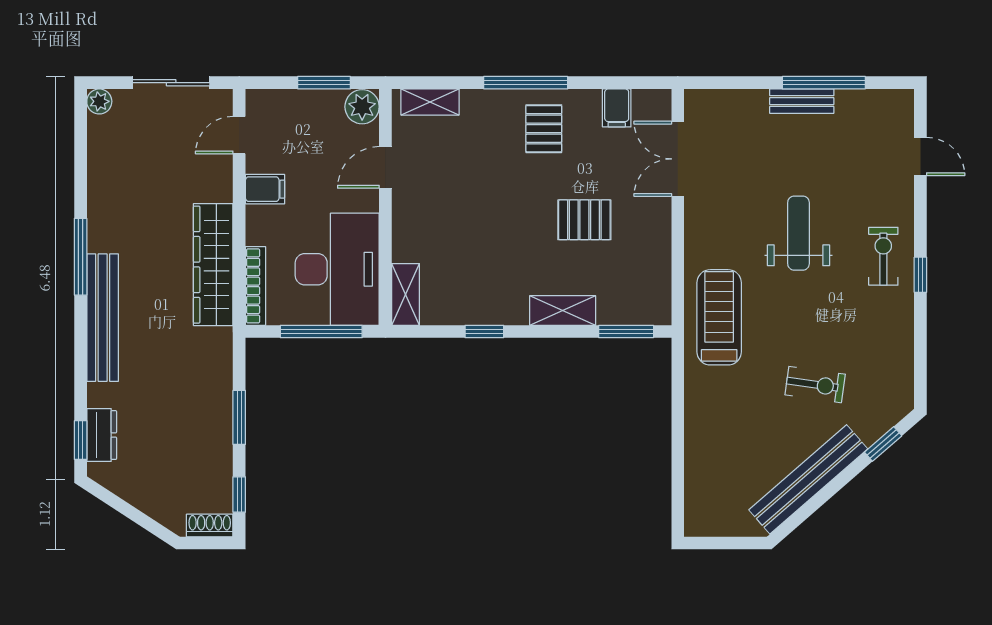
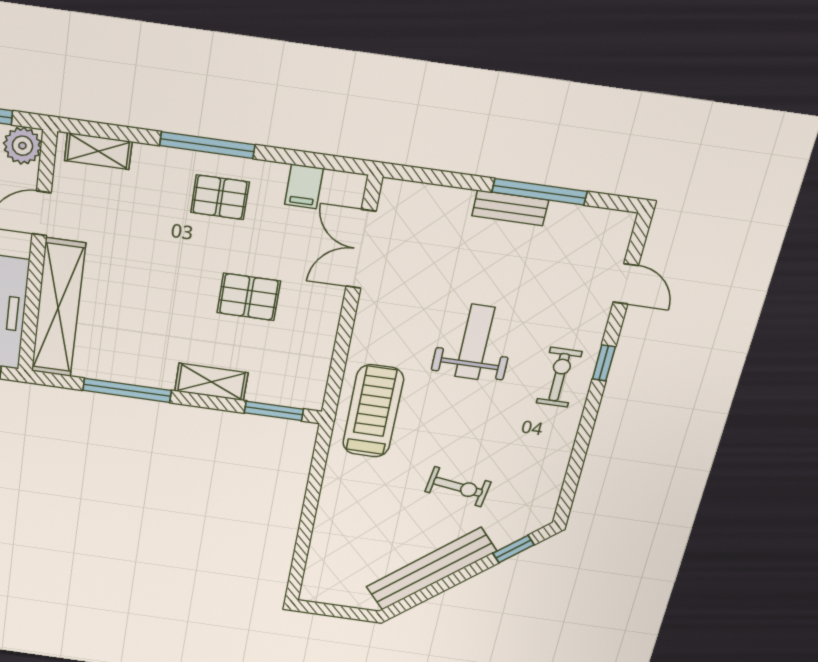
pallet: (544, 129) -> (220, 197), turned 90
window: (920, 275) -> (604, 363), moved
shelving: (406, 294) -> (58, 308), width x2.20, depth x1.33
window: (484, 332) -> (127, 390), width x2.17

